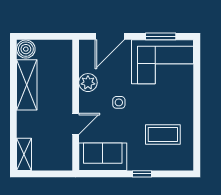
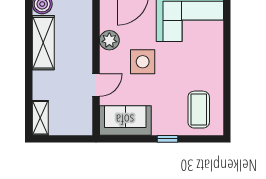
side table: (119, 102) -> (143, 62), width x1.87, depth x1.87
coffee table: (163, 134) -> (199, 110), moved, turned 90

